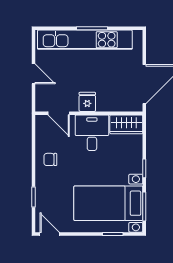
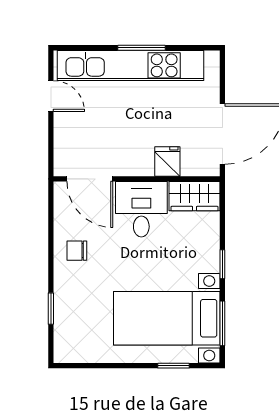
door: (33, 74) -> (51, 96), moved
fridge: (87, 102) -> (167, 162), moved
door: (59, 113) -> (90, 179), width x1.38
door: (50, 234) -> (76, 366), removed

